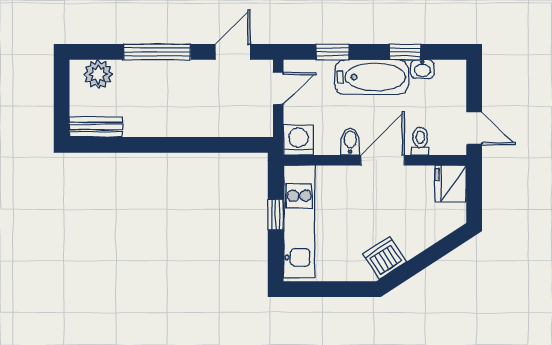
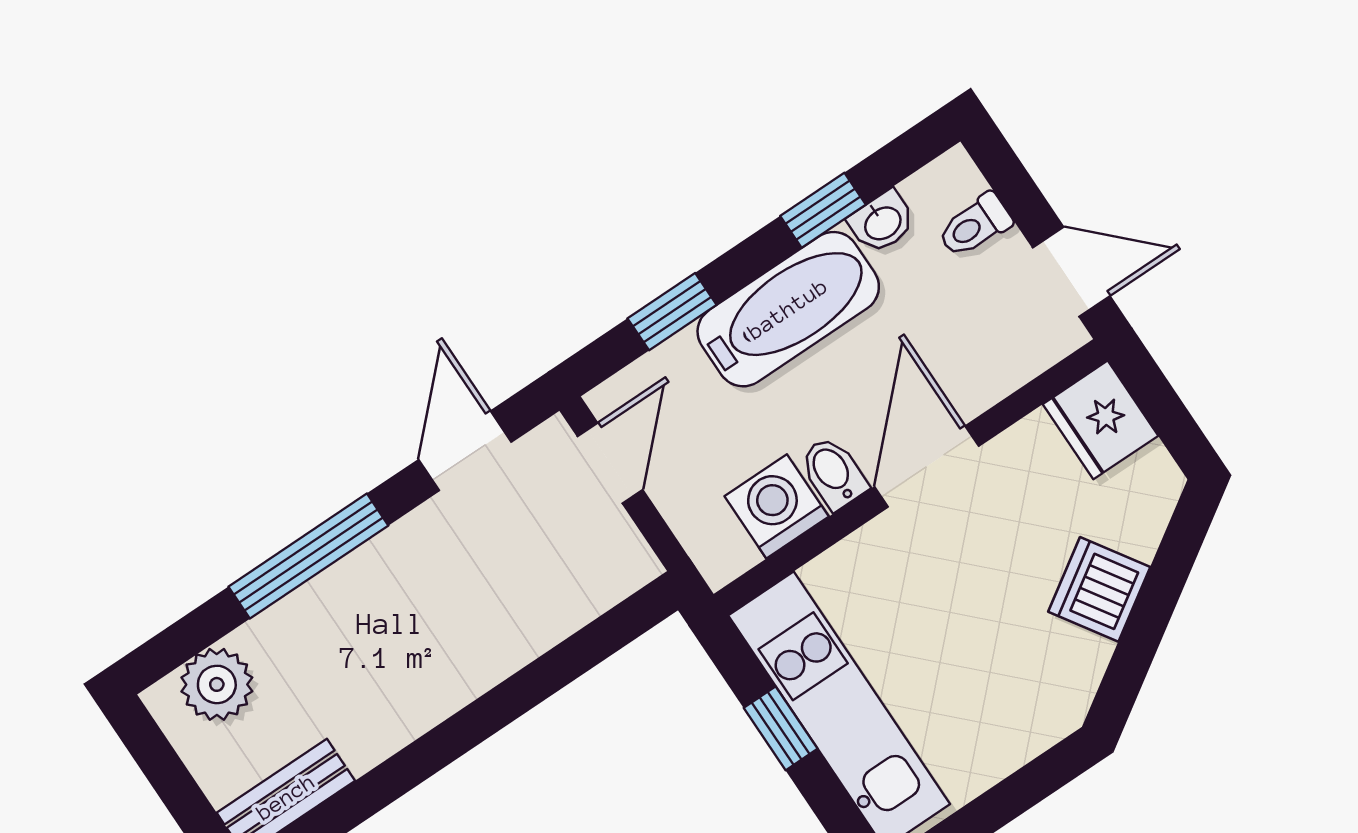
washing machine: (298, 140) -> (777, 506), moved
toilet: (420, 141) -> (975, 225), moved, turned -90
dishwasher: (385, 258) -> (1099, 589), moved

